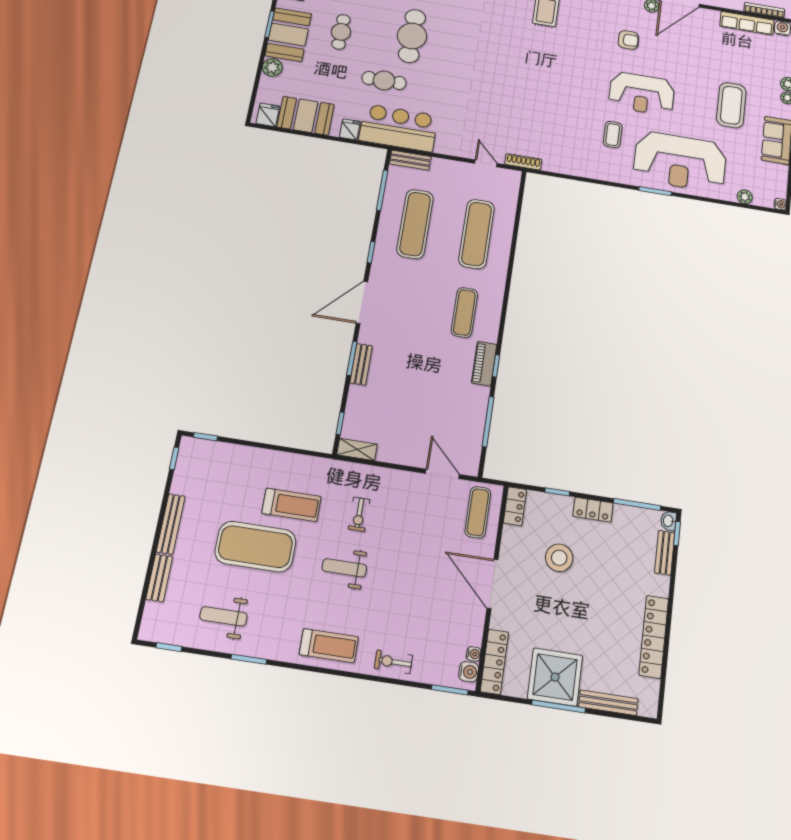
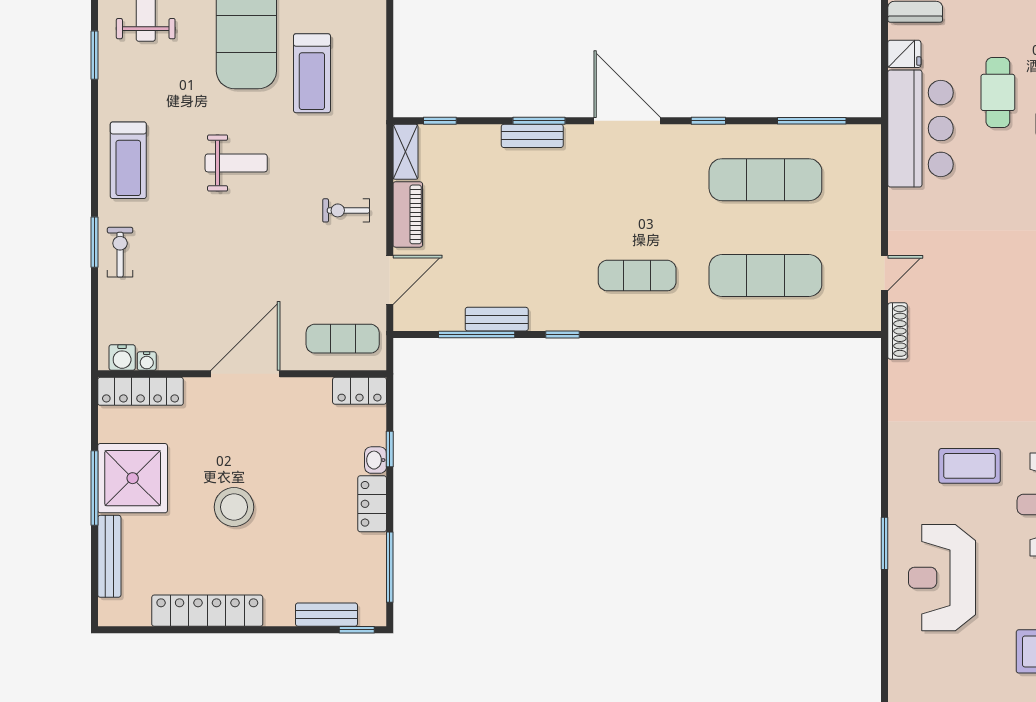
coffee table: (613, 135) -> (970, 466), width x1.36, depth x1.30
bench: (410, 160) -> (497, 319), moved, turned 90
reception desk: (680, 162) -> (942, 578), width x0.74, depth x0.77
plant: (745, 197) -> (900, 686), removed
piano: (484, 364) -> (408, 214), moved, turned 90
exercise bike: (359, 514) -> (346, 210), moved
washbasin: (669, 521) -> (376, 460), moved, turned -90
stool: (559, 558) -> (234, 507), moved
weight bench: (344, 568) -> (236, 163), turned 90
window: (450, 690) -> (94, 242), moved

